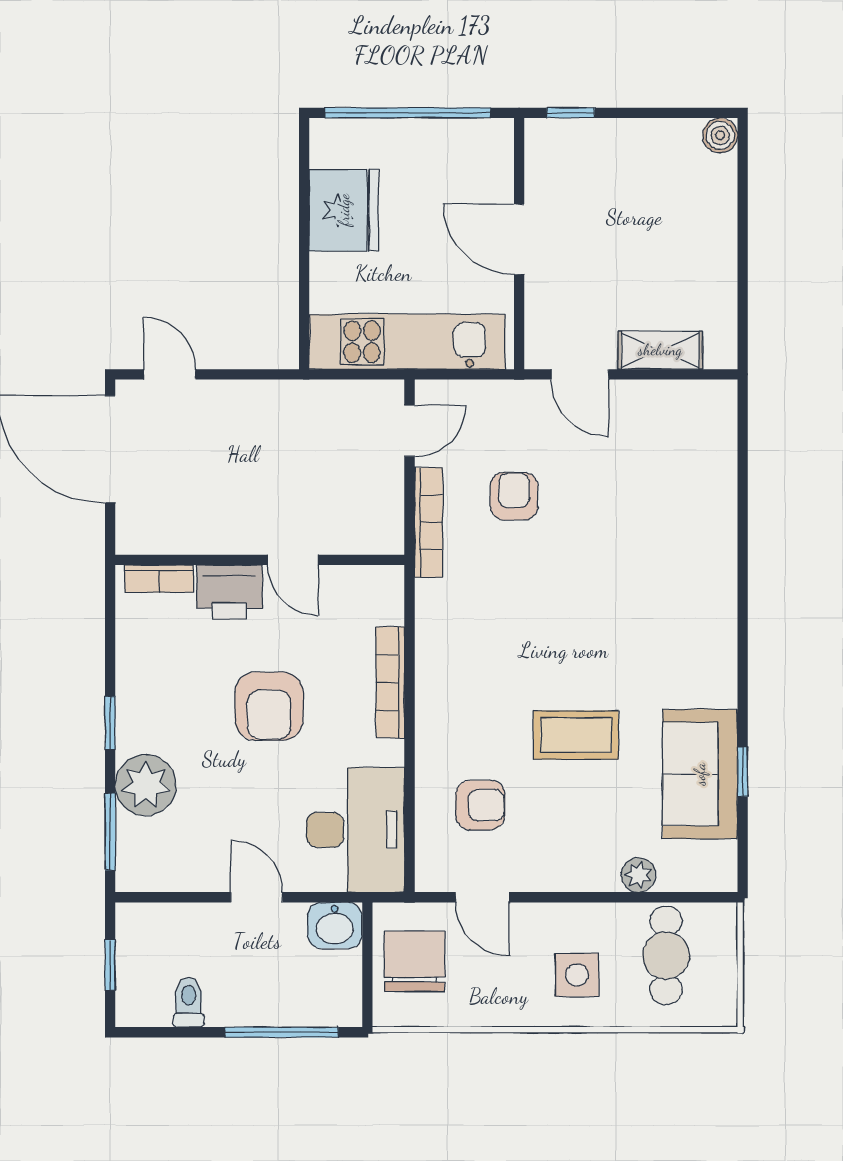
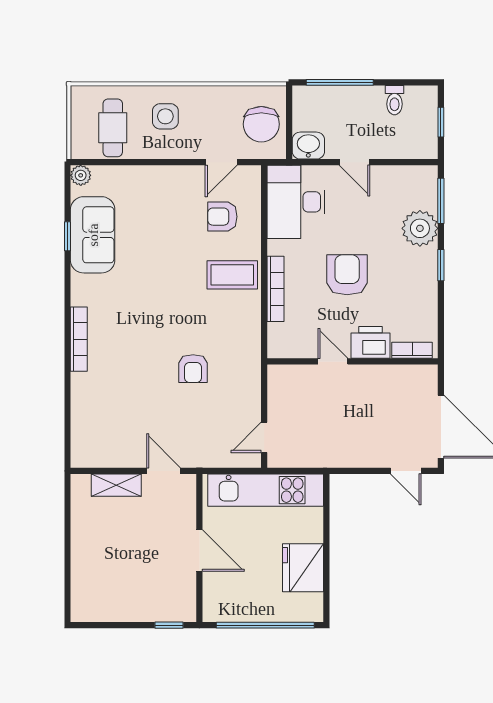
boiler: (720, 135) -> (81, 612), removed
armchair: (514, 496) -> (193, 369), moved
bookcase: (429, 522) -> (79, 339), moved, turned 180
coffee table: (576, 735) -> (232, 275), moved
plant: (638, 875) -> (81, 175), moved
door: (482, 897) -> (221, 162), swing flipped

